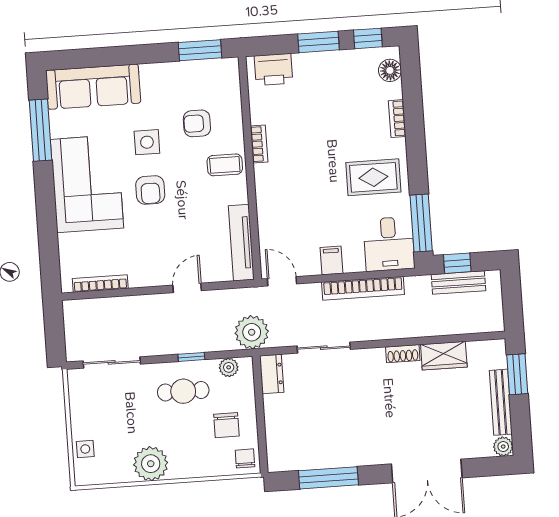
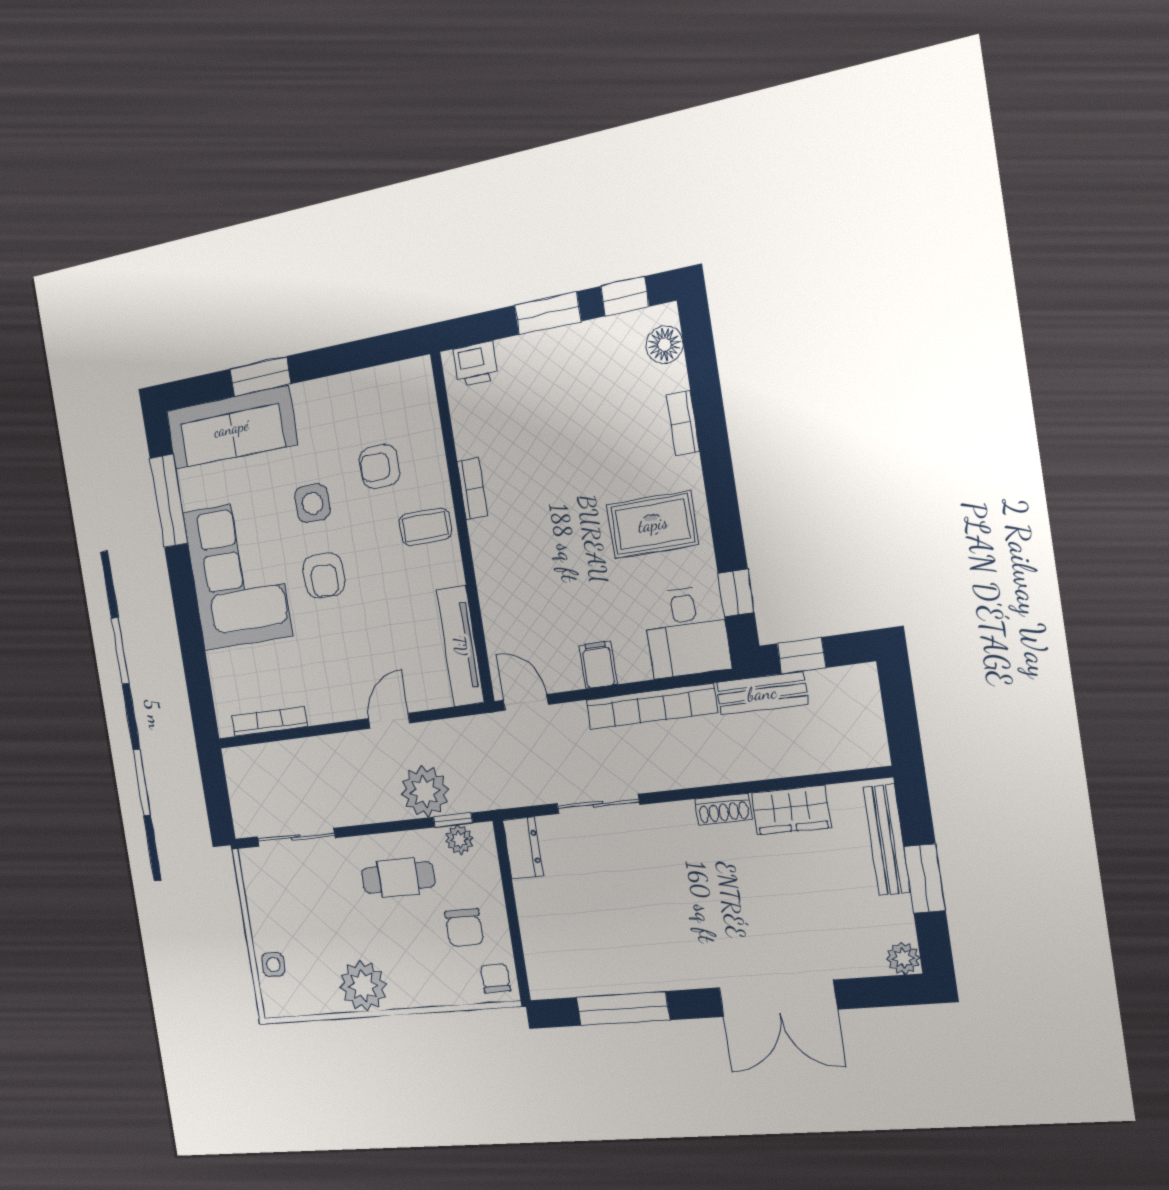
window: (200, 50) -> (260, 376), moved
printer: (273, 69) -> (475, 364), width x0.73, depth x0.81
window: (421, 223) -> (736, 593), width x0.46
bench: (458, 283) -> (762, 693), moved
plant: (252, 332) -> (425, 792), moved
window: (191, 357) -> (453, 820), moved
window: (517, 374) -> (925, 879), moved
bench: (501, 402) -> (887, 840), moved

